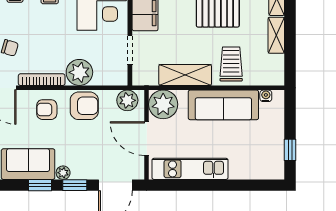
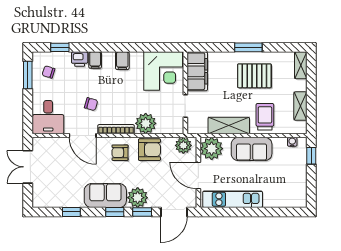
shelving: (276, 35) -> (300, 106), moved
sofa: (223, 105) -> (252, 149), width x0.73
window: (290, 150) -> (311, 156), moved
plant: (63, 173) -> (138, 198), width x1.87, depth x1.87

